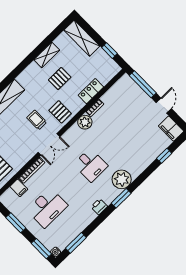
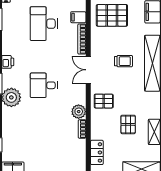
locker: (91, 91) -> (97, 152), moved
trolley: (37, 120) -> (124, 61), moved

